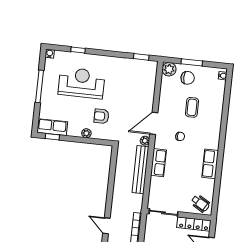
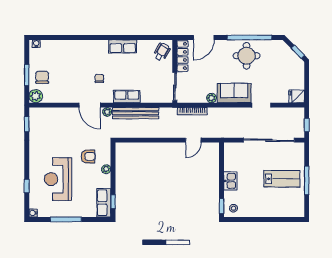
coffee table: (192, 107) -> (70, 70), removed
armchair: (101, 116) -> (88, 156), turned -90

